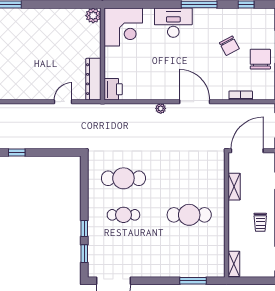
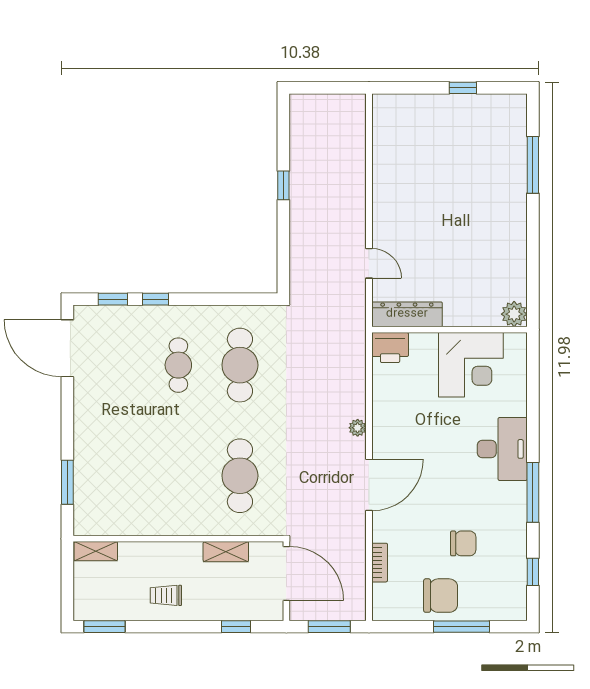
corner desk: (123, 27) -> (471, 365), moved, turned -90
chair: (229, 46) -> (463, 543), turned -152
cafe table: (189, 215) -> (240, 476), moved

